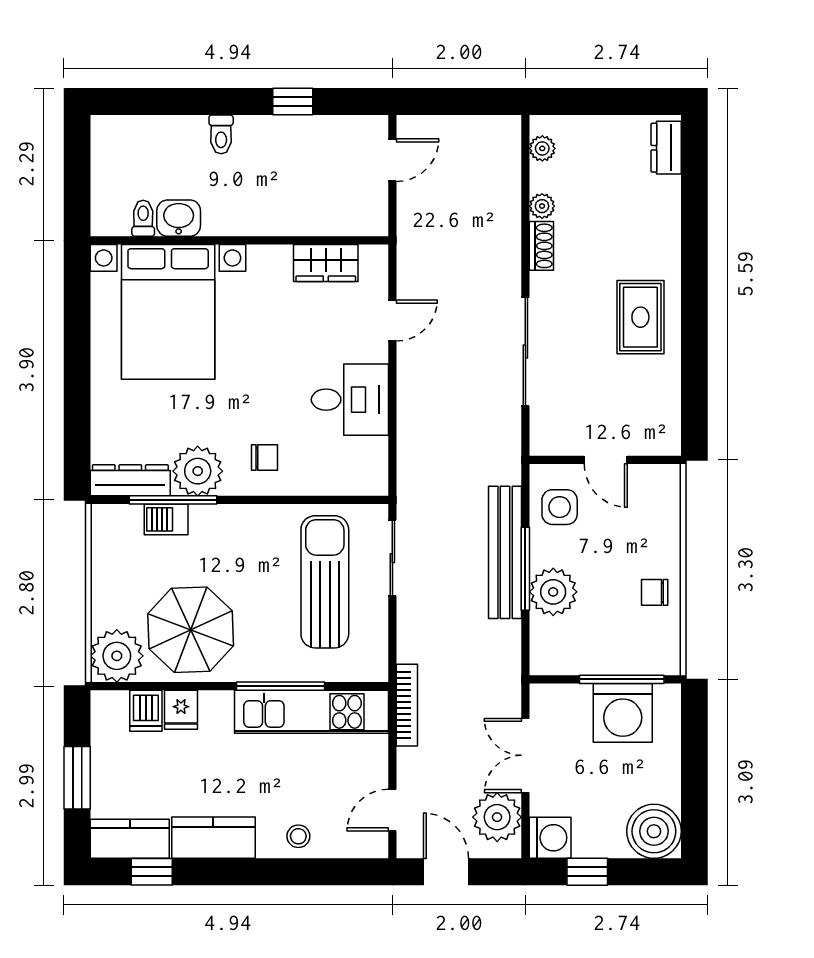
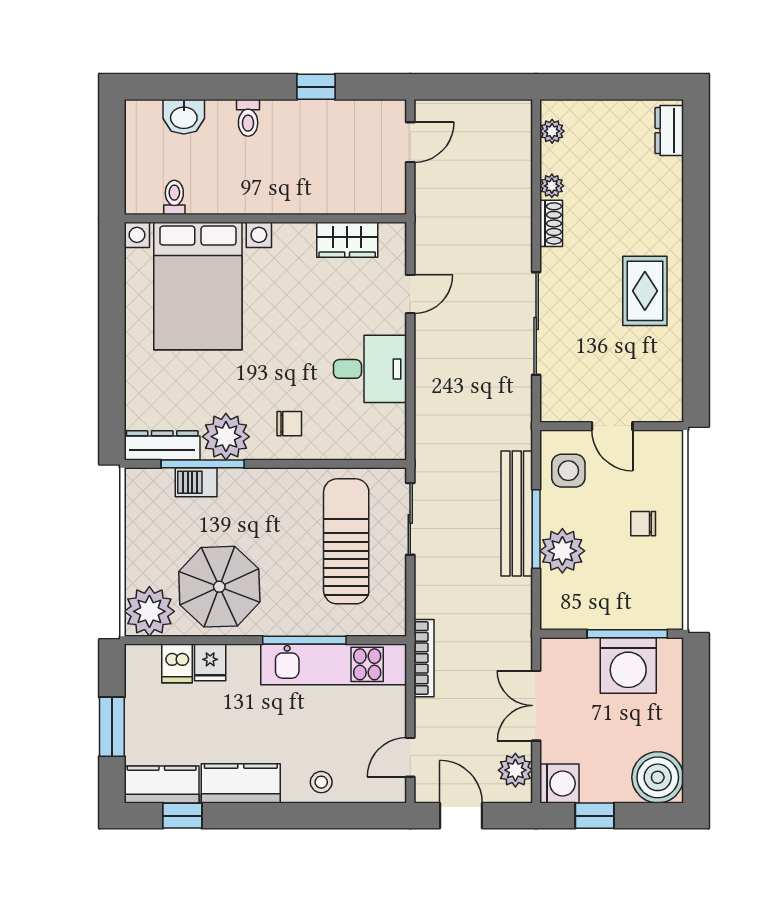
washbasin: (179, 218) -> (184, 117), moved, turned 180
chair: (655, 592) -> (643, 524), moved
plant: (497, 817) -> (515, 770), width x0.73, depth x0.73

